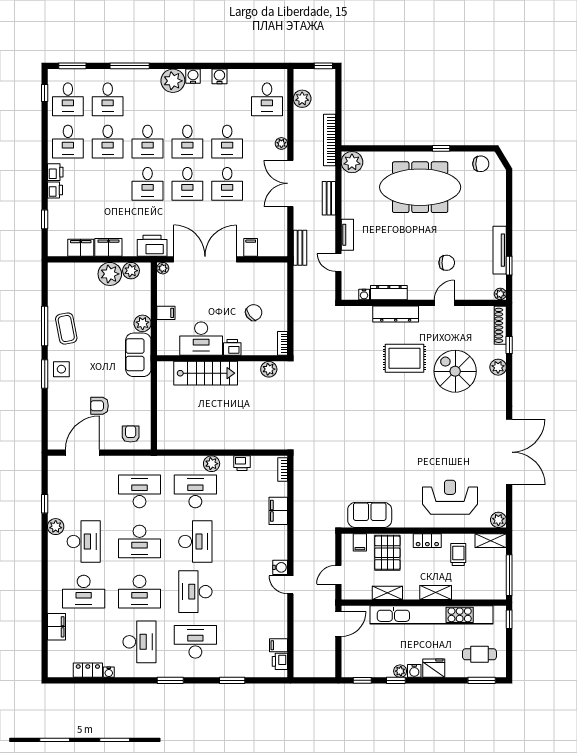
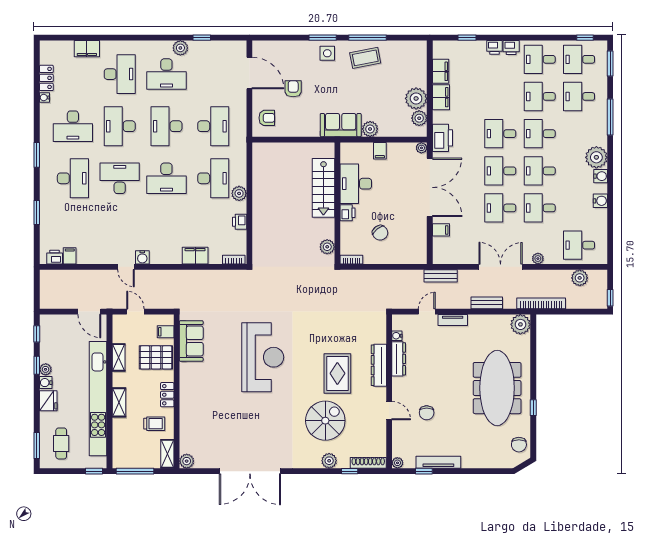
reception desk: (450, 497) -> (263, 357), moved, width x1.36, depth x1.30
door: (290, 585) -> (126, 267), swing flipped
desk: (84, 592) -> (120, 74), turned 180

